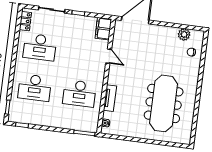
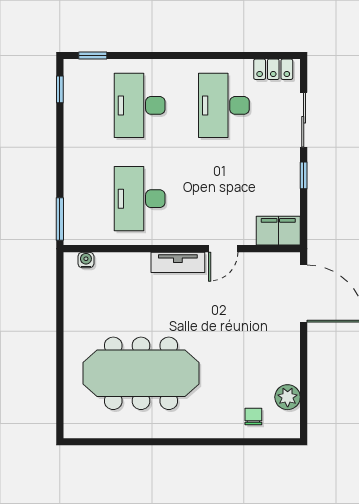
tv unit: (110, 98) -> (178, 262), moved

